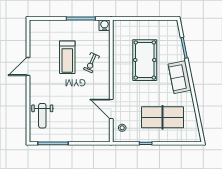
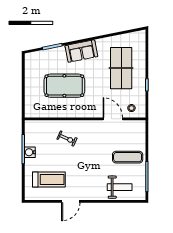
water cooler: (104, 25) -> (30, 152), moved
treadmill: (67, 57) -> (49, 179), moved
door: (28, 66) -> (71, 201), hinge flipped
door: (111, 109) -> (113, 119), swing flipped
exercise mat: (73, 124) -> (128, 157), added

